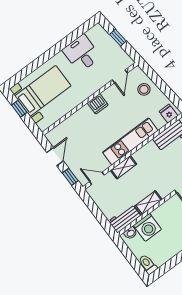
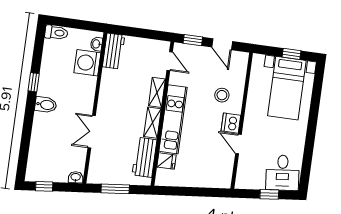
desk: (82, 53) -> (283, 173), moved, turned 84
door: (120, 76) -> (238, 144), moved
stool: (144, 89) -> (222, 95), moved
fridge: (168, 114) -> (166, 161), moved
door: (97, 178) -> (170, 61), hinge flipped
shelving: (148, 203) -> (152, 123), moved

